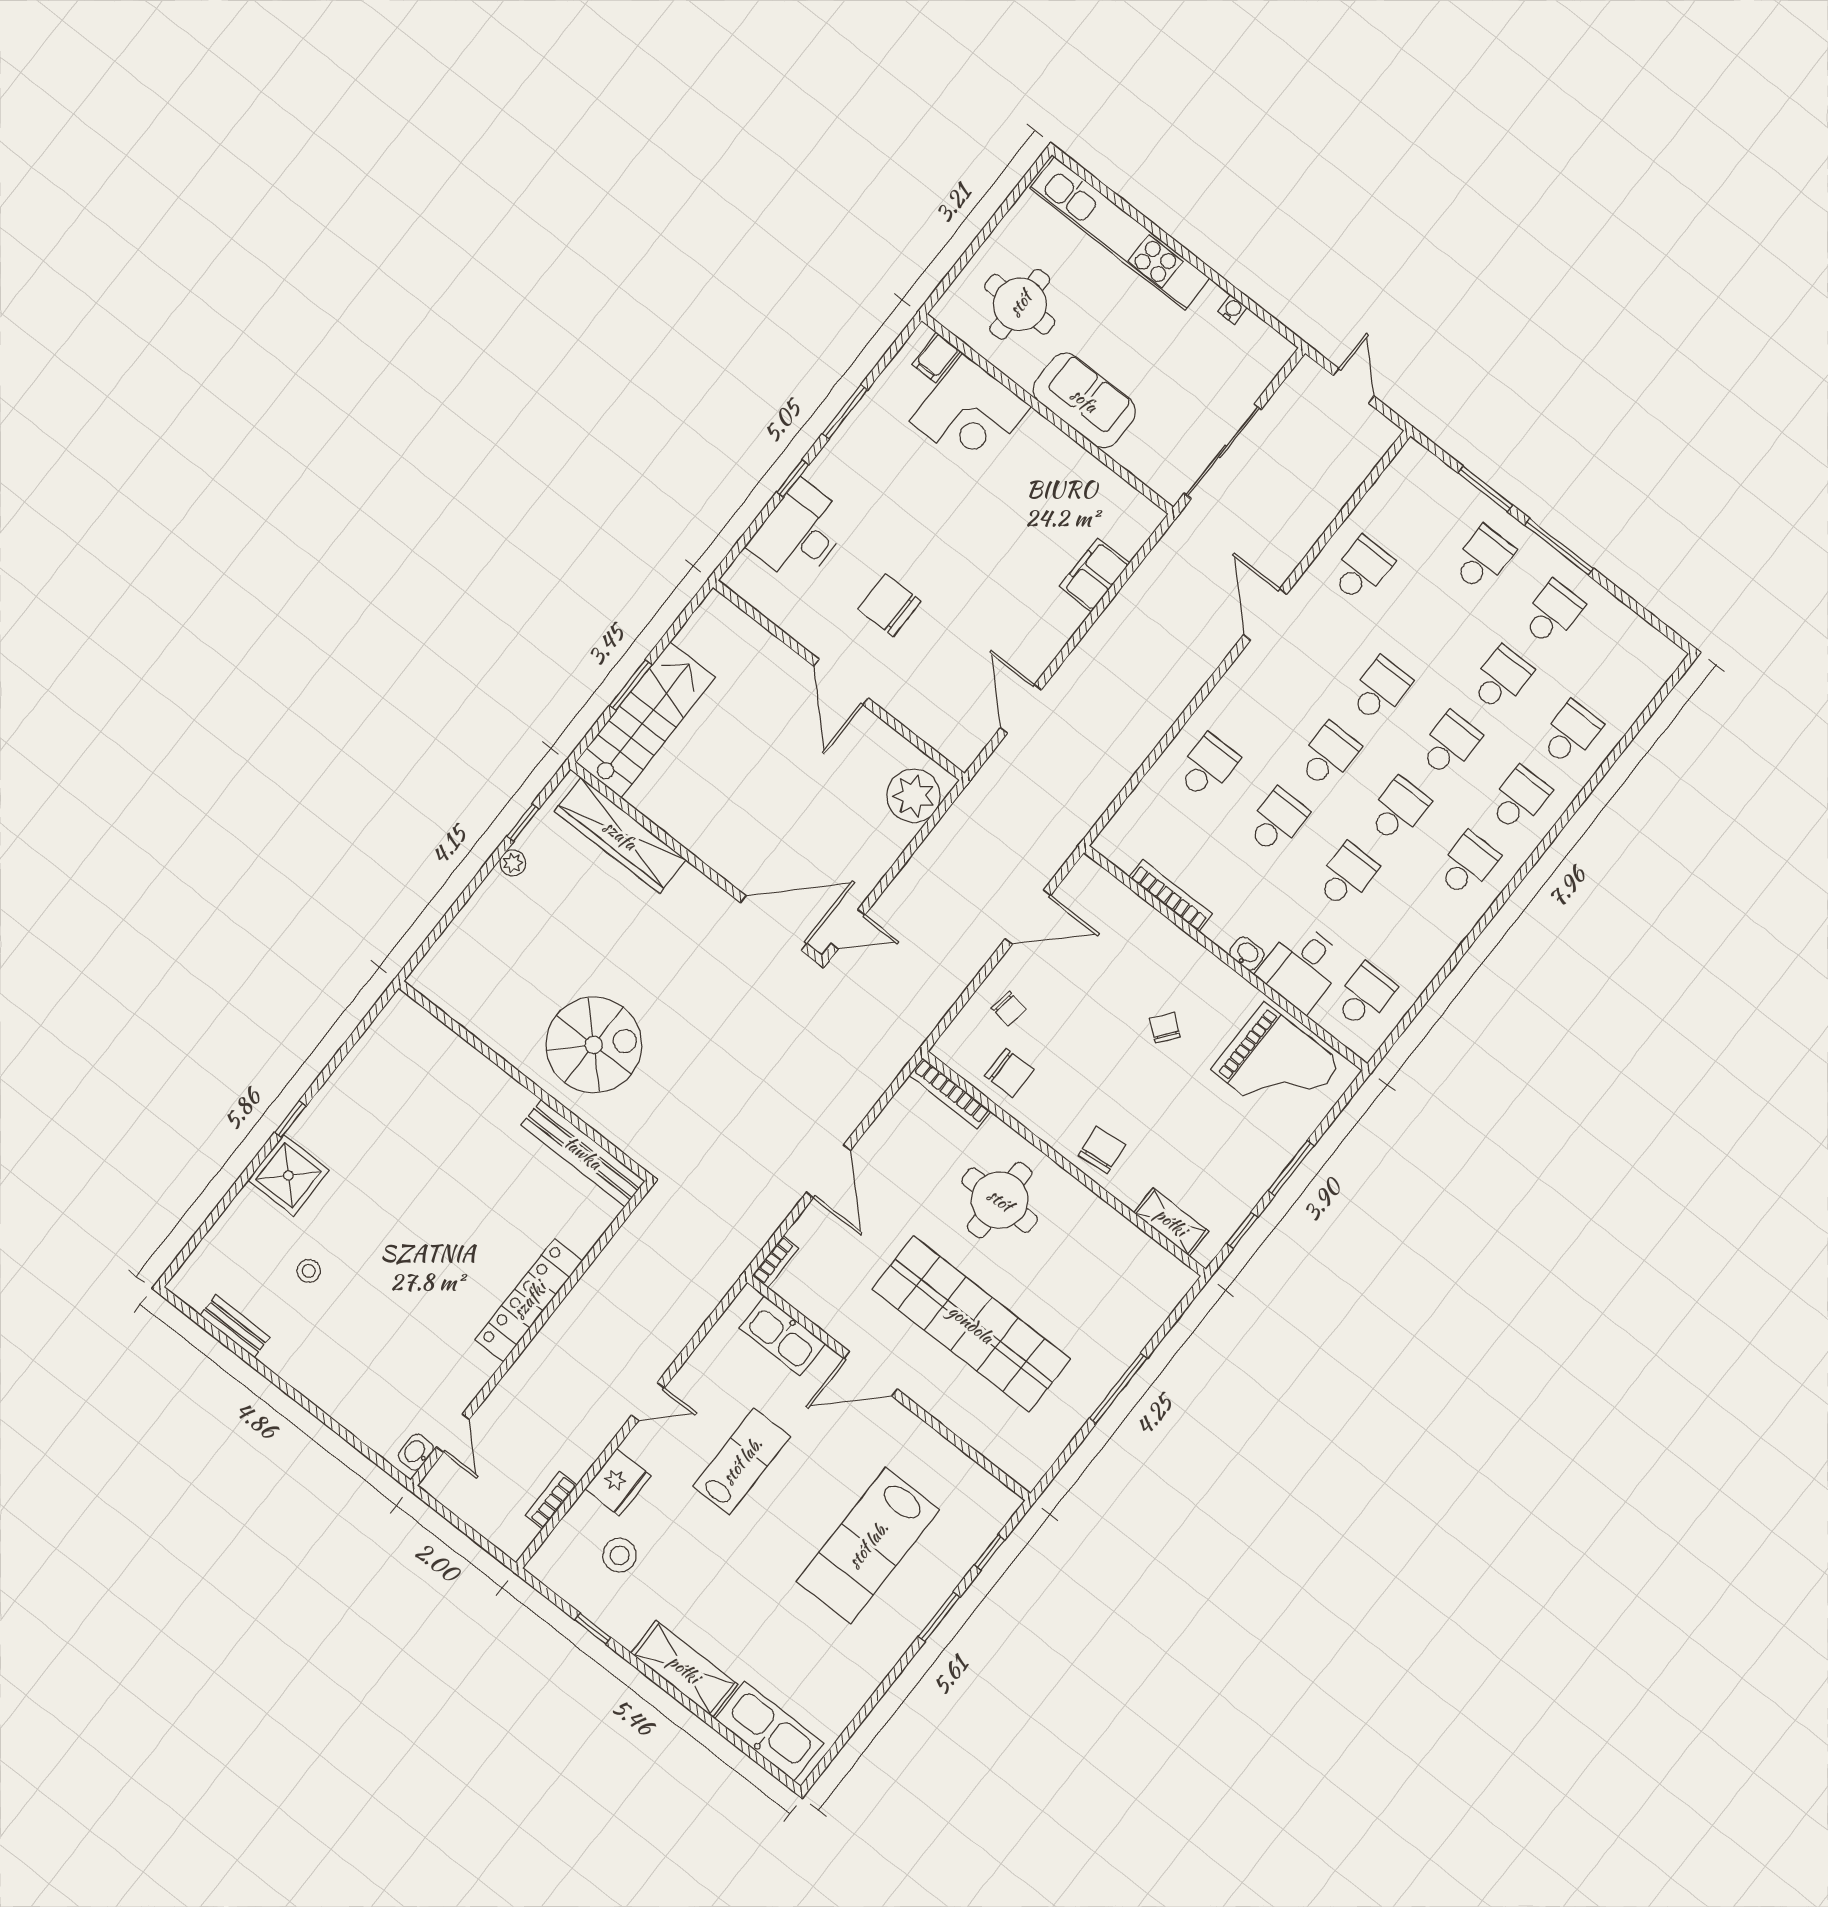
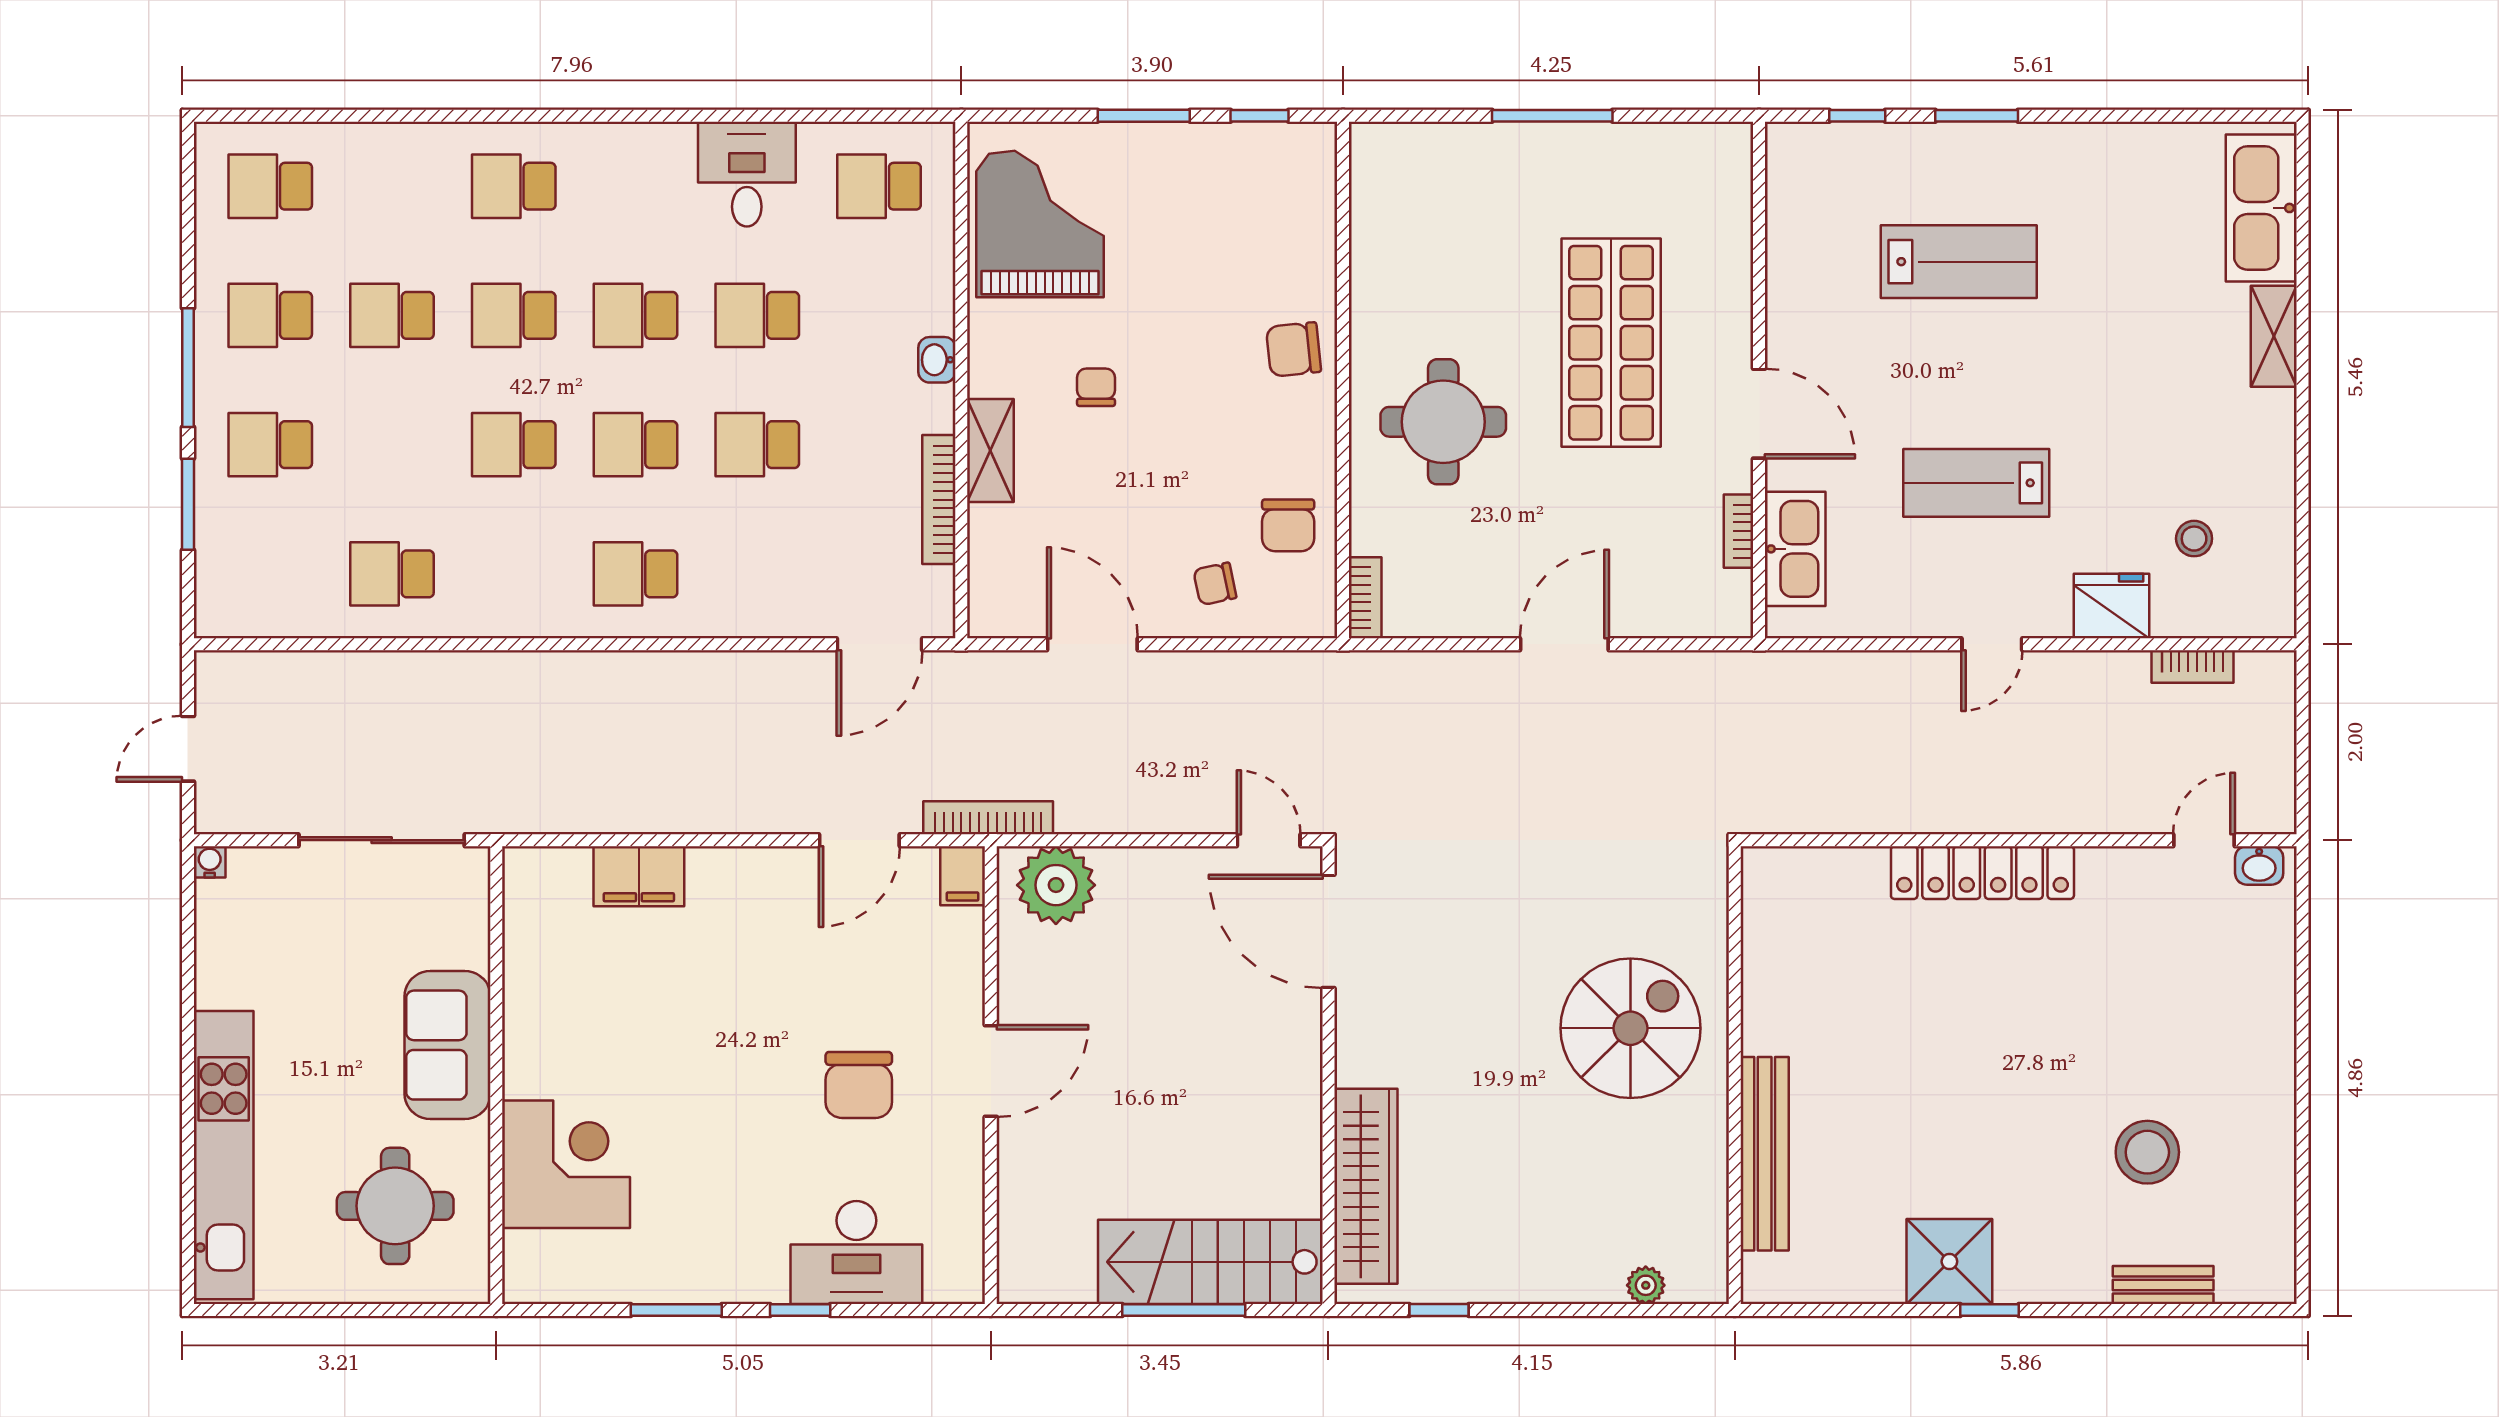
water cooler: (1232, 309) -> (210, 862), moved, turned 90
filing cabinet: (936, 358) -> (963, 876), moved, turned 90
door: (1265, 614) -> (880, 644), moved
window: (631, 685) -> (1184, 1310), width x1.44
school desk: (1571, 733) -> (270, 186), moved
school desk: (1207, 766) -> (635, 574), moved
bookcase: (979, 788) -> (988, 818), added
plant: (513, 863) -> (1646, 1285), moved
school desk: (1468, 864) -> (635, 186), removed
desk: (1302, 967) -> (747, 174), moved, turned -90
chair: (1009, 1009) -> (1215, 584), turned -111
chair: (1165, 1028) -> (1096, 387), turned 142
spiral stairs: (594, 1045) -> (1631, 1028), turned 90
chair: (1009, 1073) -> (1288, 525), turned 180
bookcase: (950, 1093) -> (1365, 598), width x0.64
bench: (583, 1153) -> (1765, 1154), moved
shower: (288, 1175) -> (1949, 1261), moved
shelving: (1171, 1222) -> (990, 450), moved
bookcase: (775, 1262) -> (1739, 531), moved, turned -90
stool: (309, 1271) -> (2147, 1152), width x1.89, depth x1.89
shop shelf: (971, 1324) -> (1611, 343), width x0.71
bench: (235, 1326) -> (2163, 1285), moved, turned 90
door: (648, 1402) -> (1992, 644), swing flipped
lab bench: (868, 1545) -> (1959, 262), width x0.73, depth x0.72
stool: (620, 1555) -> (2194, 539), width x0.73, depth x0.73
window: (593, 1629) -> (2302, 503), removed
shelving: (684, 1669) -> (2274, 336), width x0.67, depth x0.75

